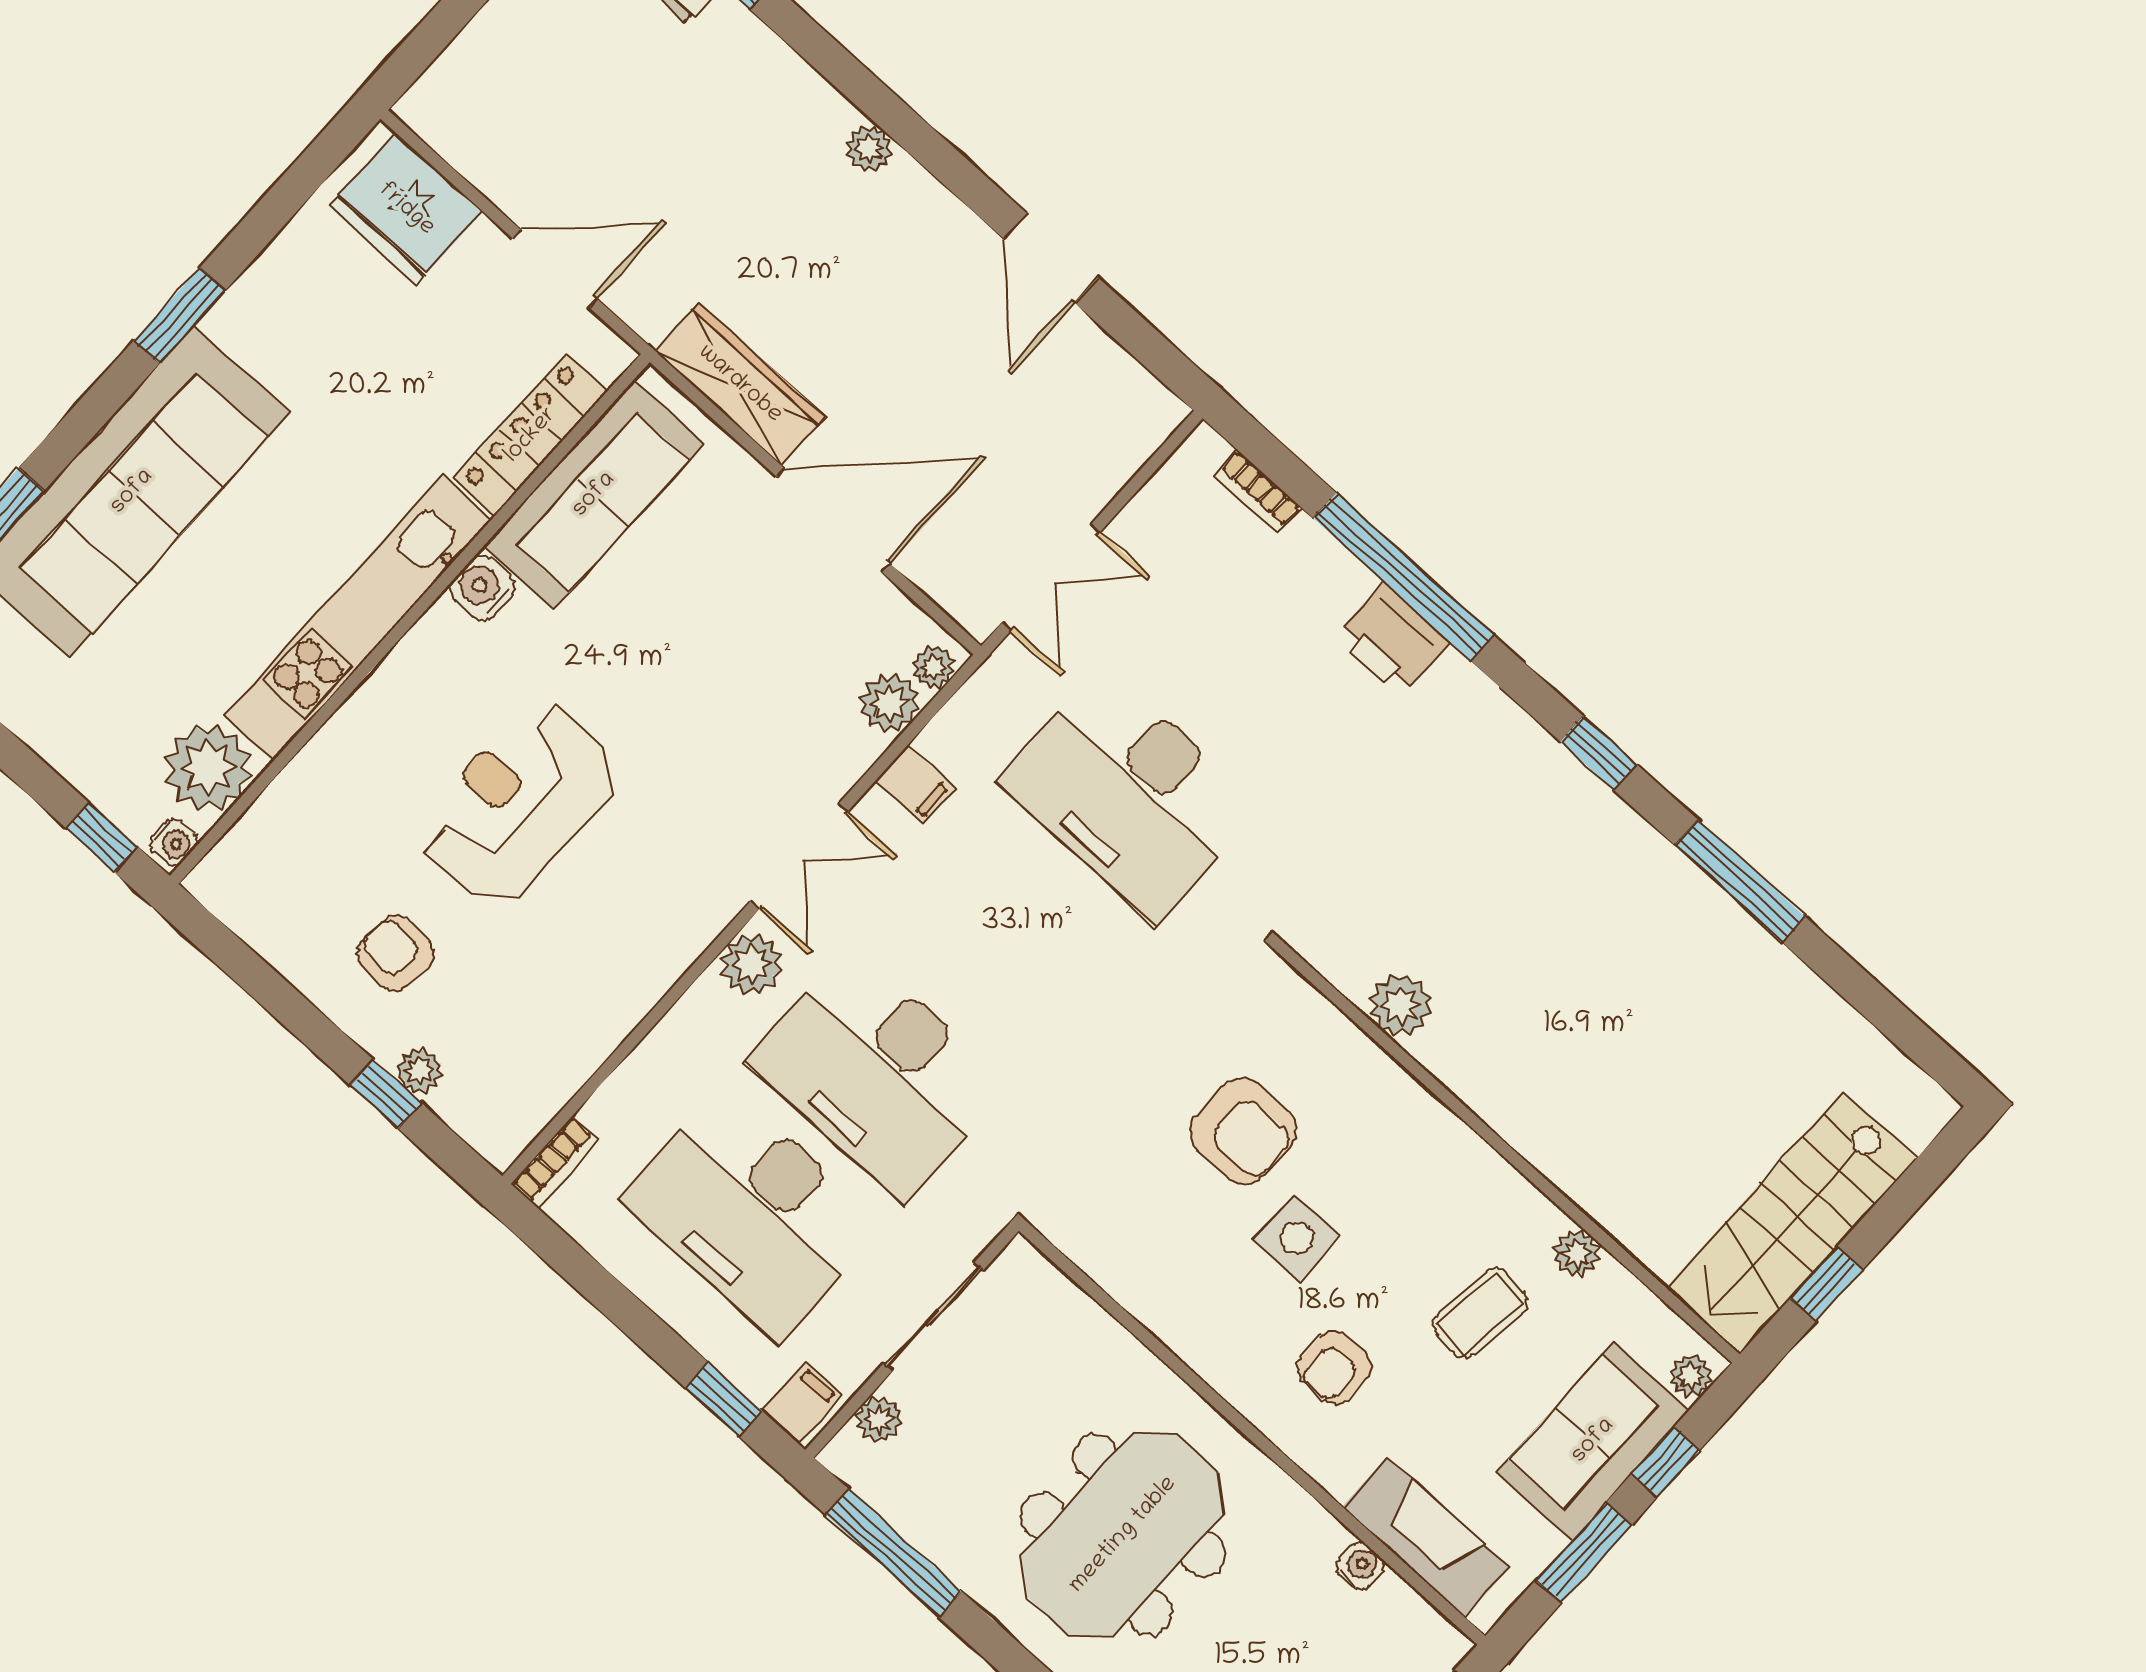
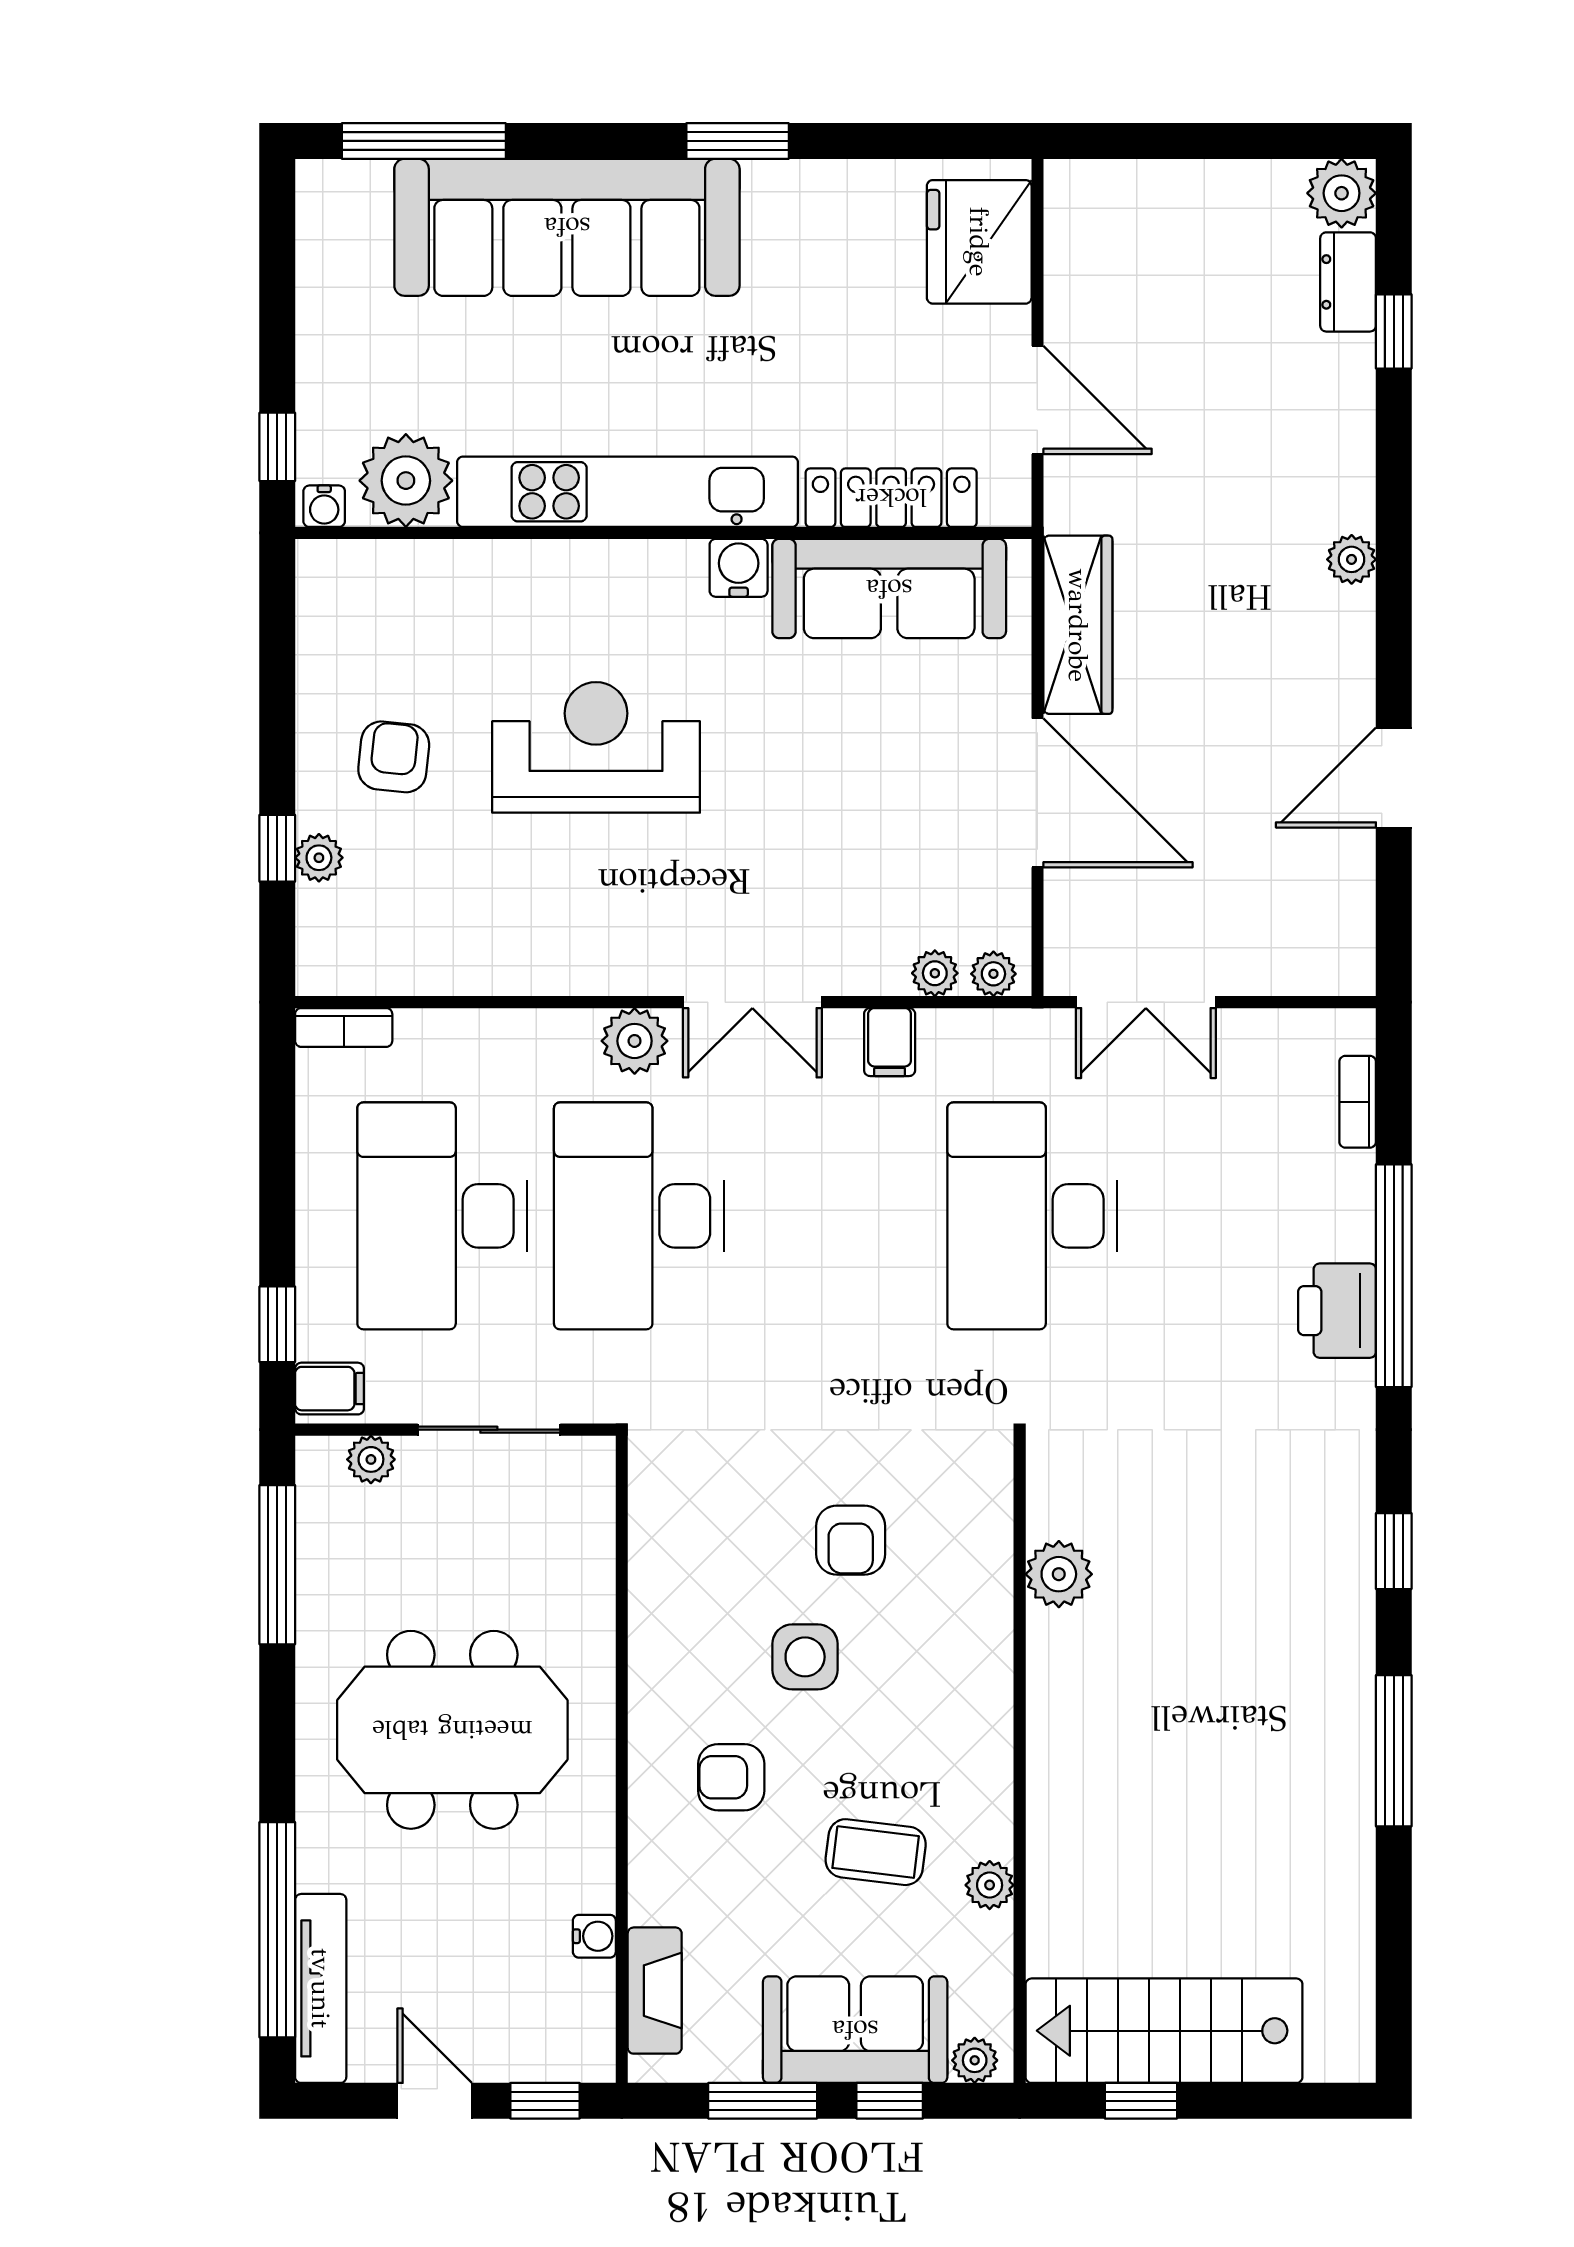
plant: (889, 703) -> (935, 973), width x0.73, depth x0.73
armchair: (1243, 1131) -> (851, 1540), width x0.72, depth x0.72
fireplace: (1426, 1537) -> (655, 1991), width x0.73, depth x0.76

